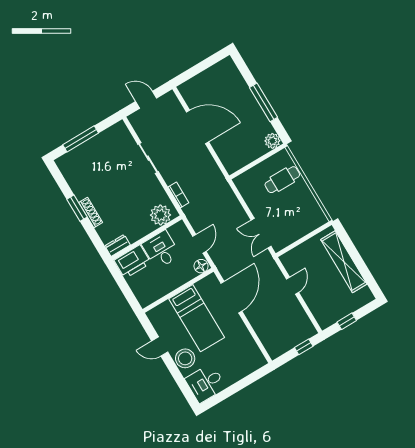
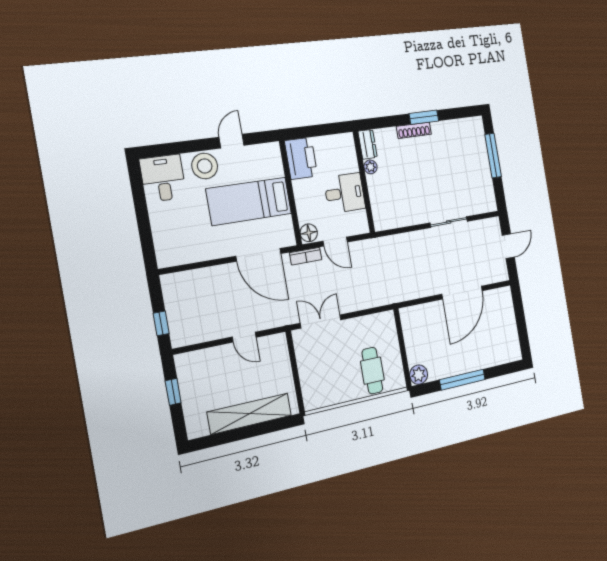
bookcase: (178, 195) -> (306, 256), moved
plant: (161, 215) -> (370, 167), moved, width x0.53, depth x0.53
printer: (133, 262) -> (301, 158), moved, turned 180

